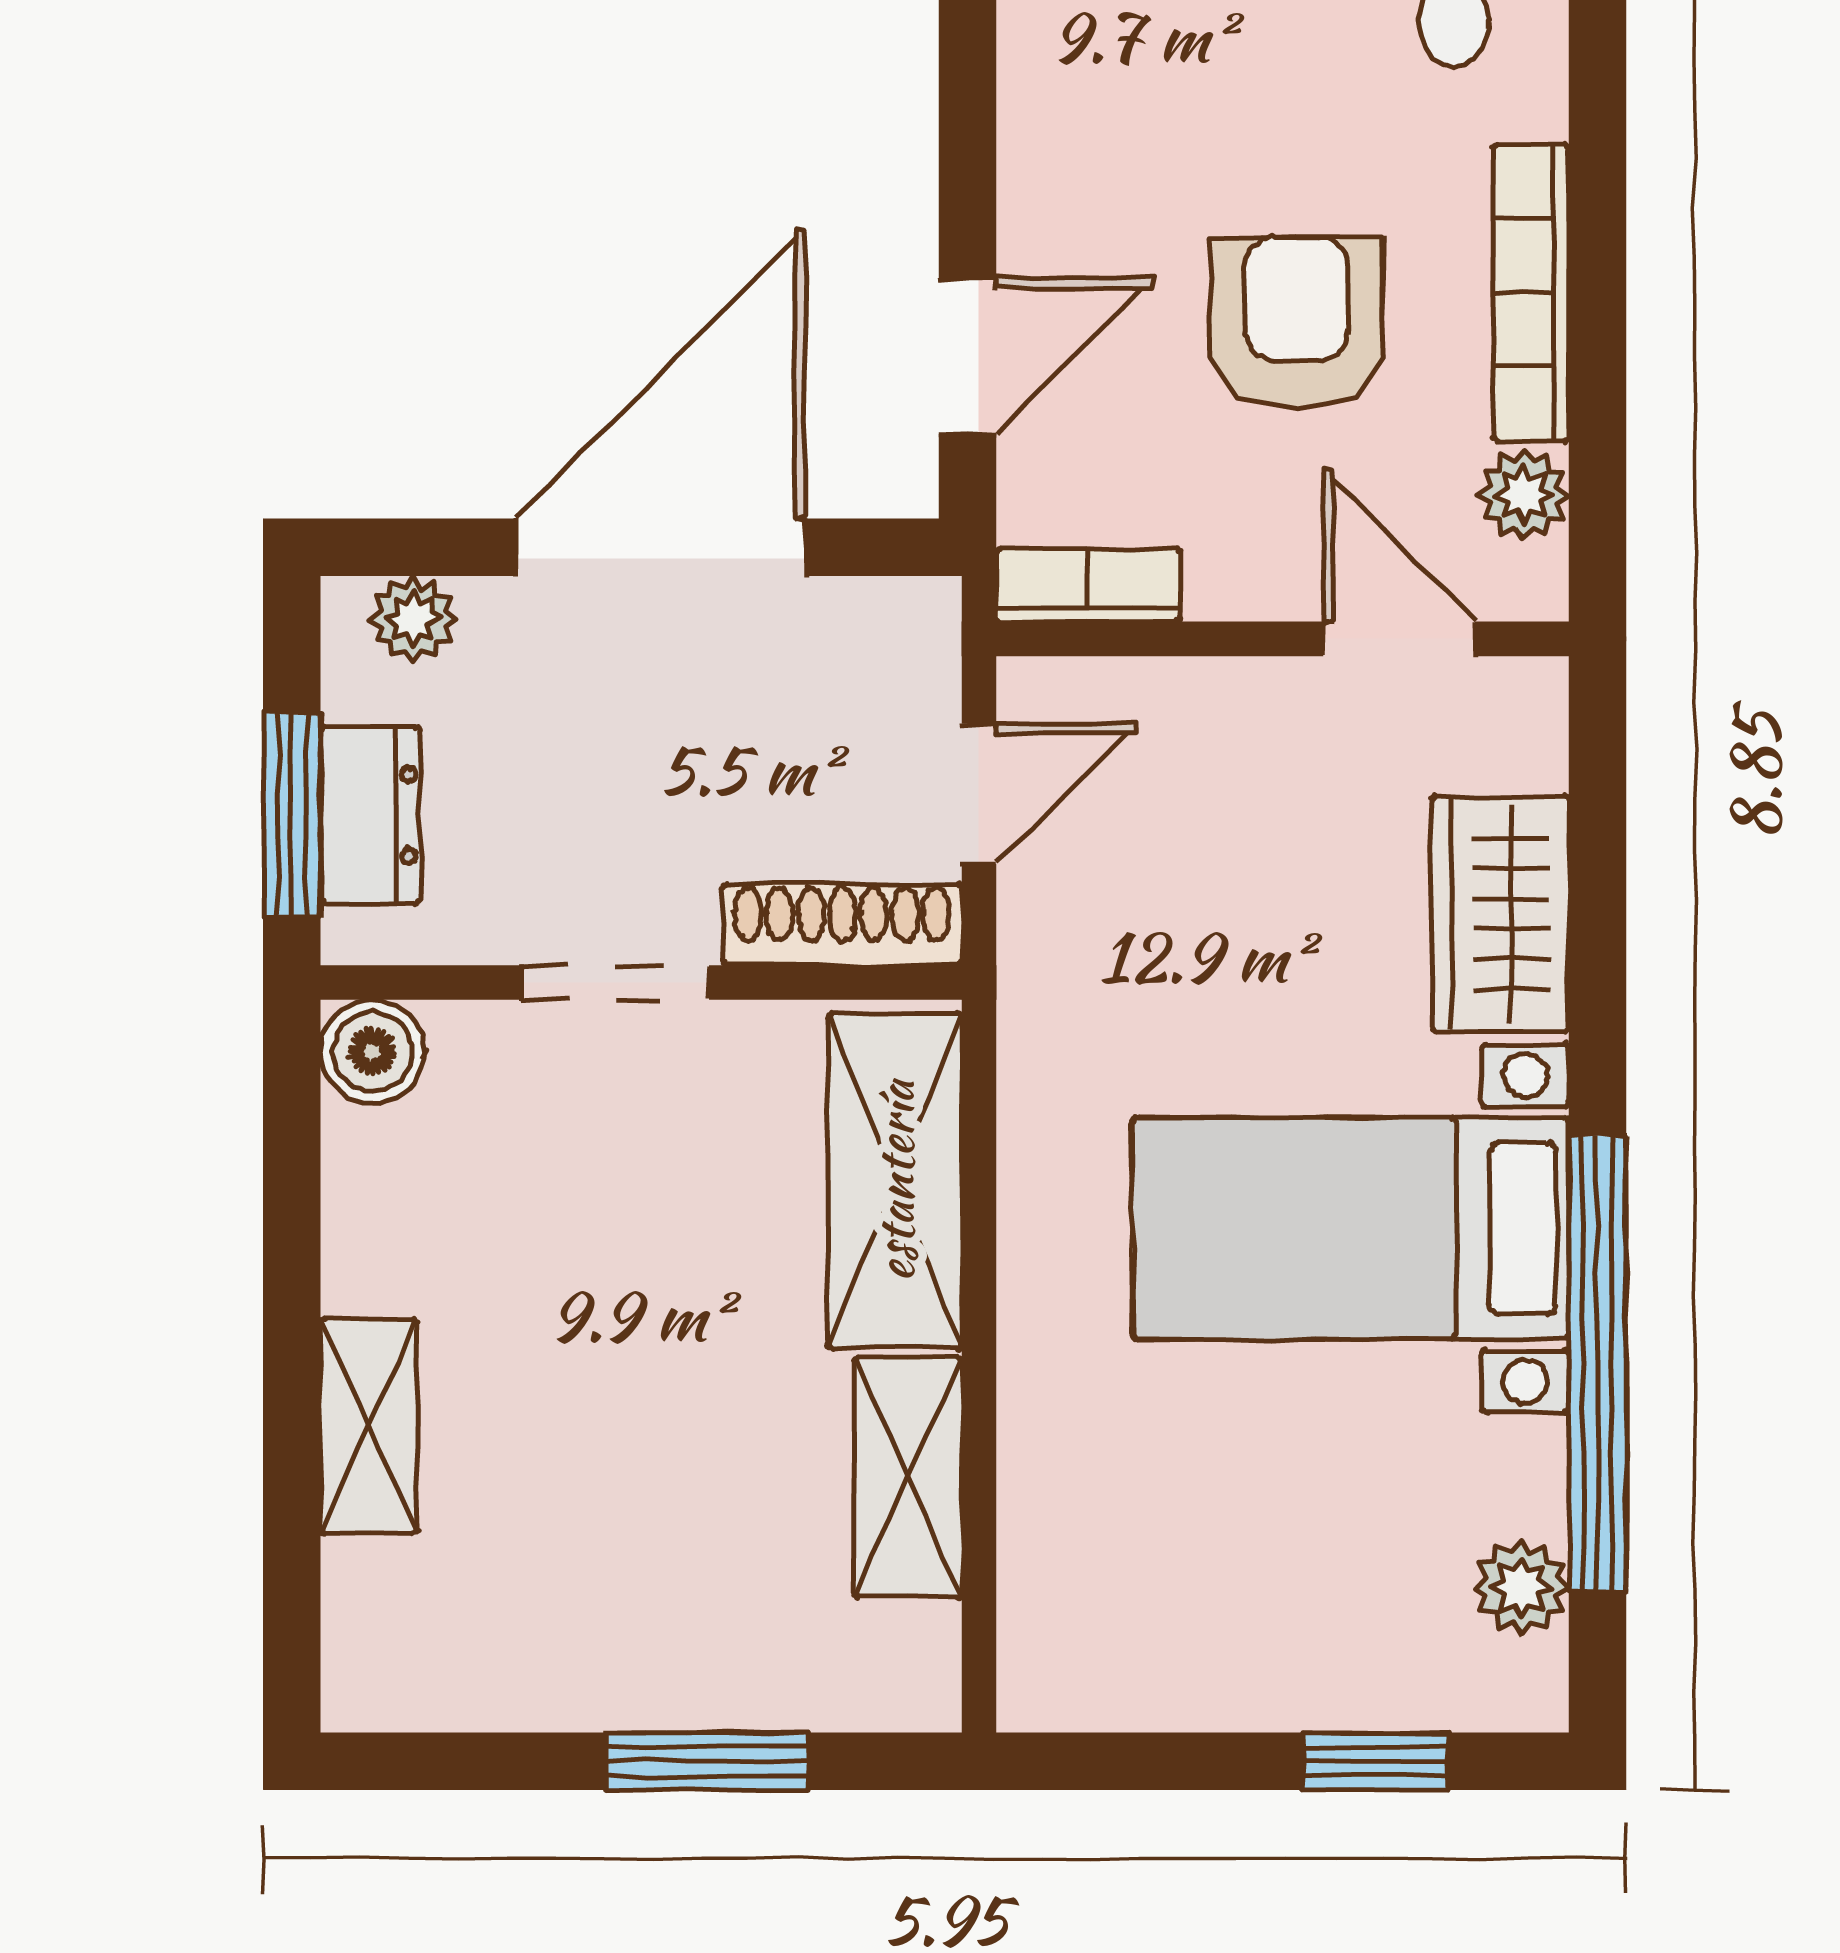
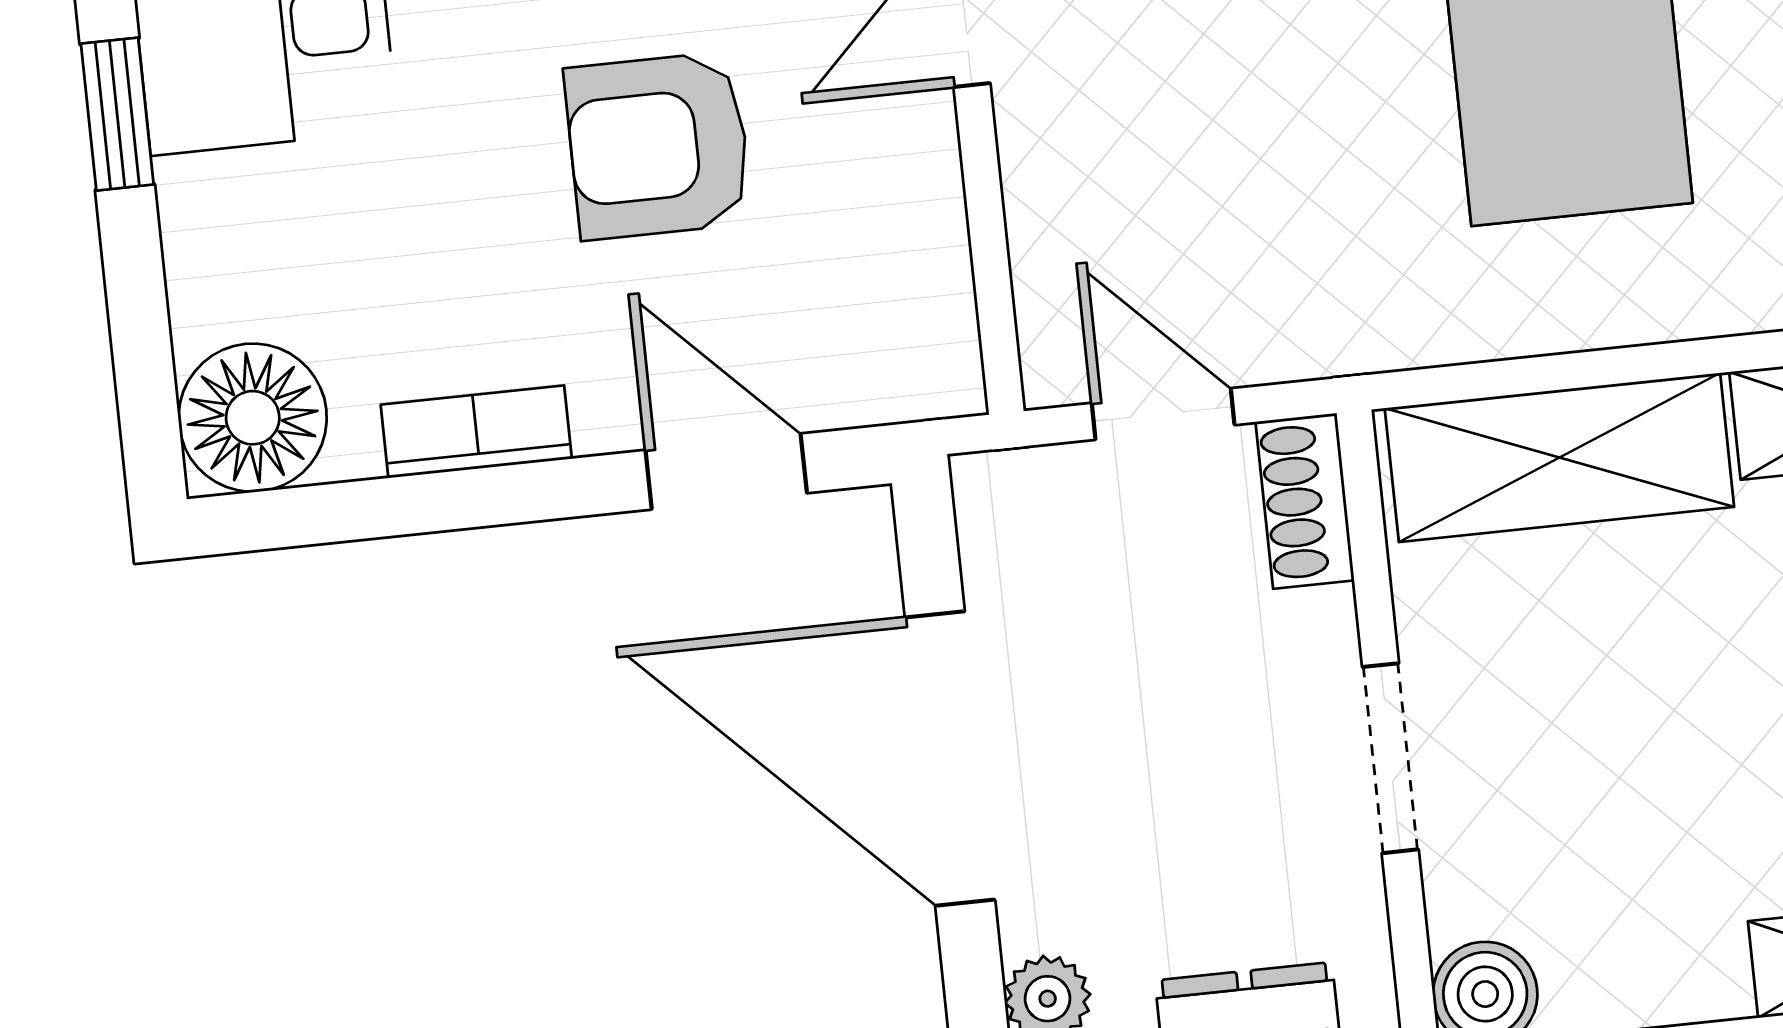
bookcase: (1088, 585) -> (476, 432), moved, turned 90
shoe rack: (842, 925) -> (1305, 501), width x0.70

